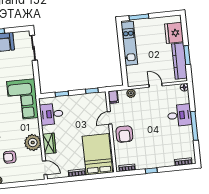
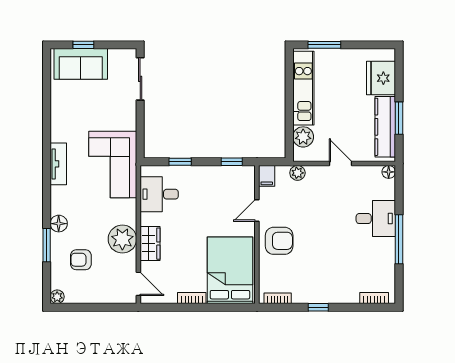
plant: (132, 72) -> (303, 137), added
armchair: (124, 134) -> (279, 241), turned -90

